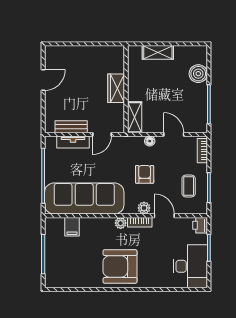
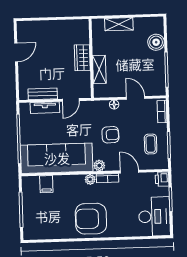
shelving: (135, 117) -> (99, 69), moved
armchair: (145, 174) -> (110, 135), turned 88
plant: (144, 208) -> (99, 166), moved

